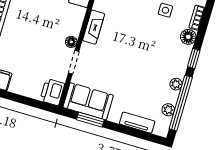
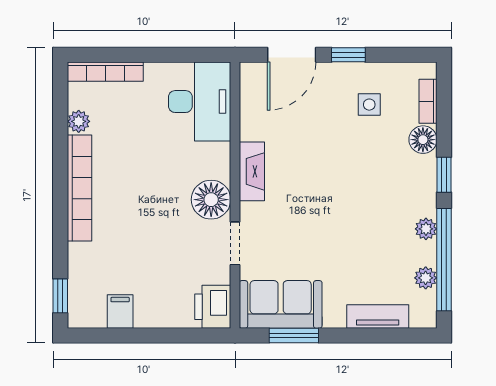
floor lamp: (71, 42) -> (211, 200), width x1.89, depth x1.89

